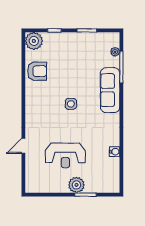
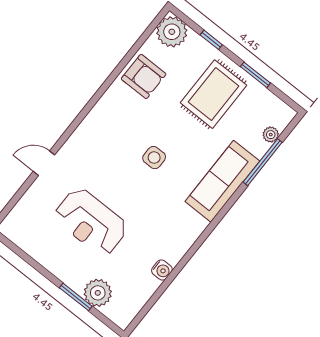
rug: (75, 54) -> (214, 94), added
plant: (76, 185) -> (98, 293), moved

